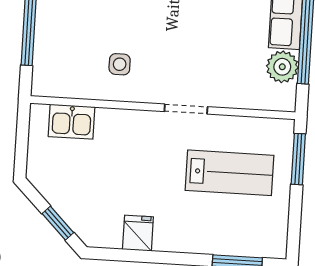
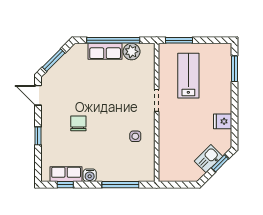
kitchen sink: (72, 122) -> (209, 159), moved, turned -135

